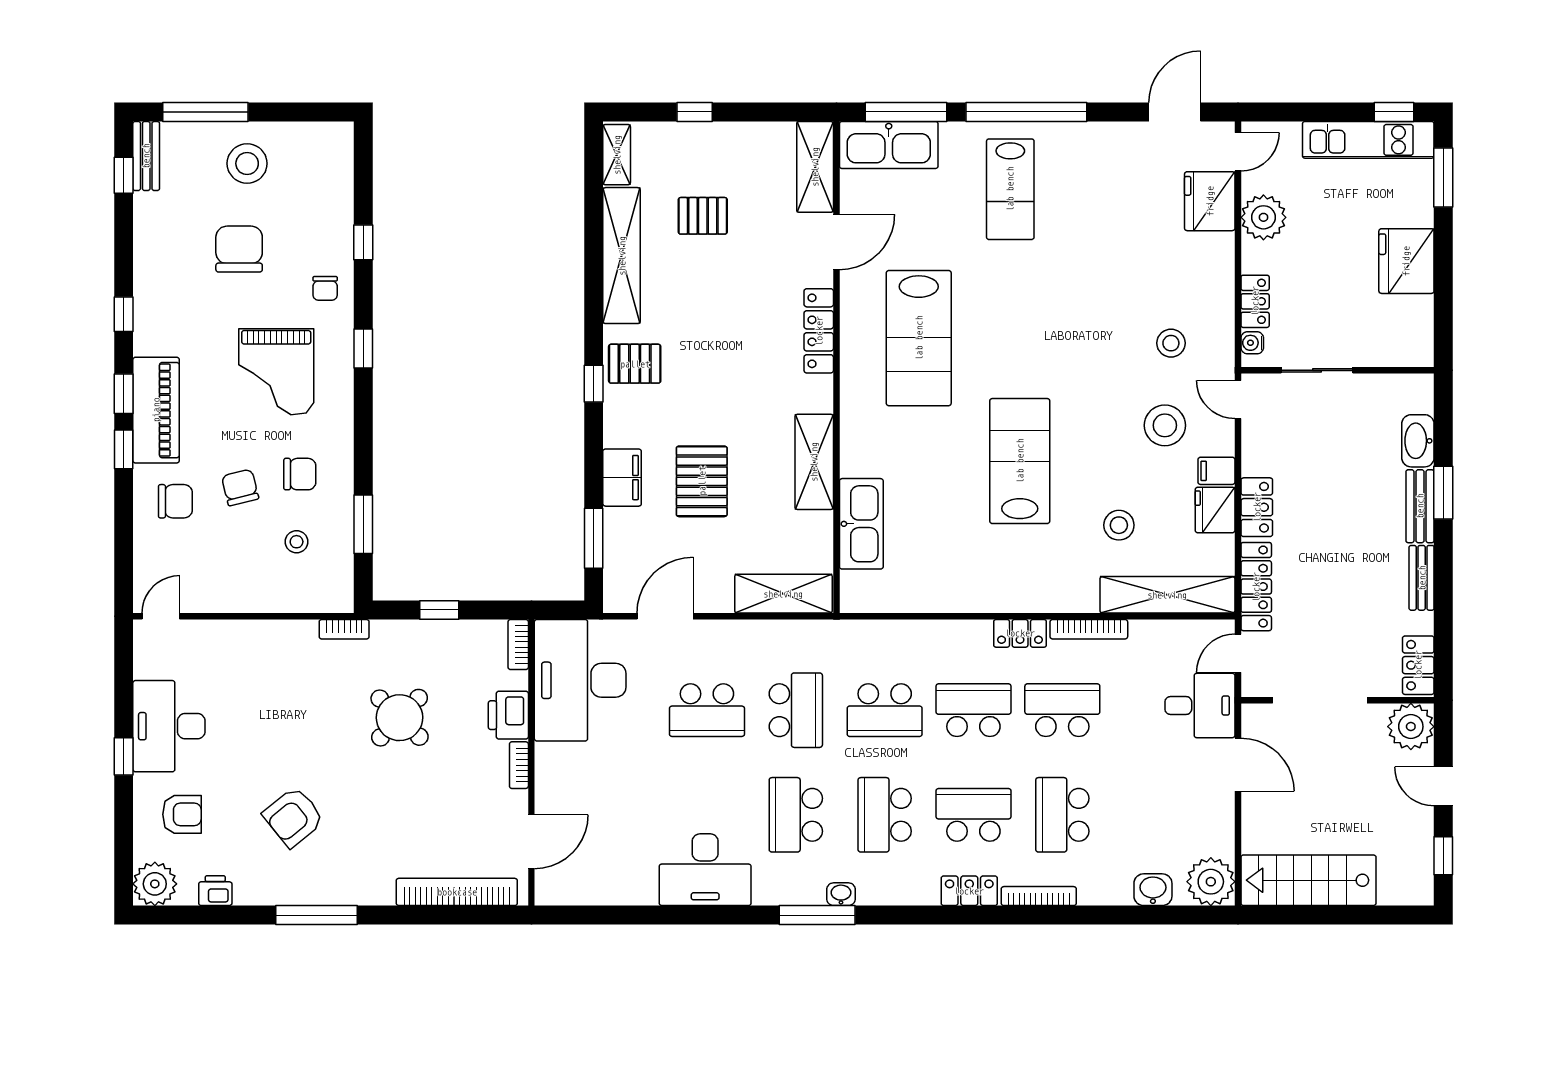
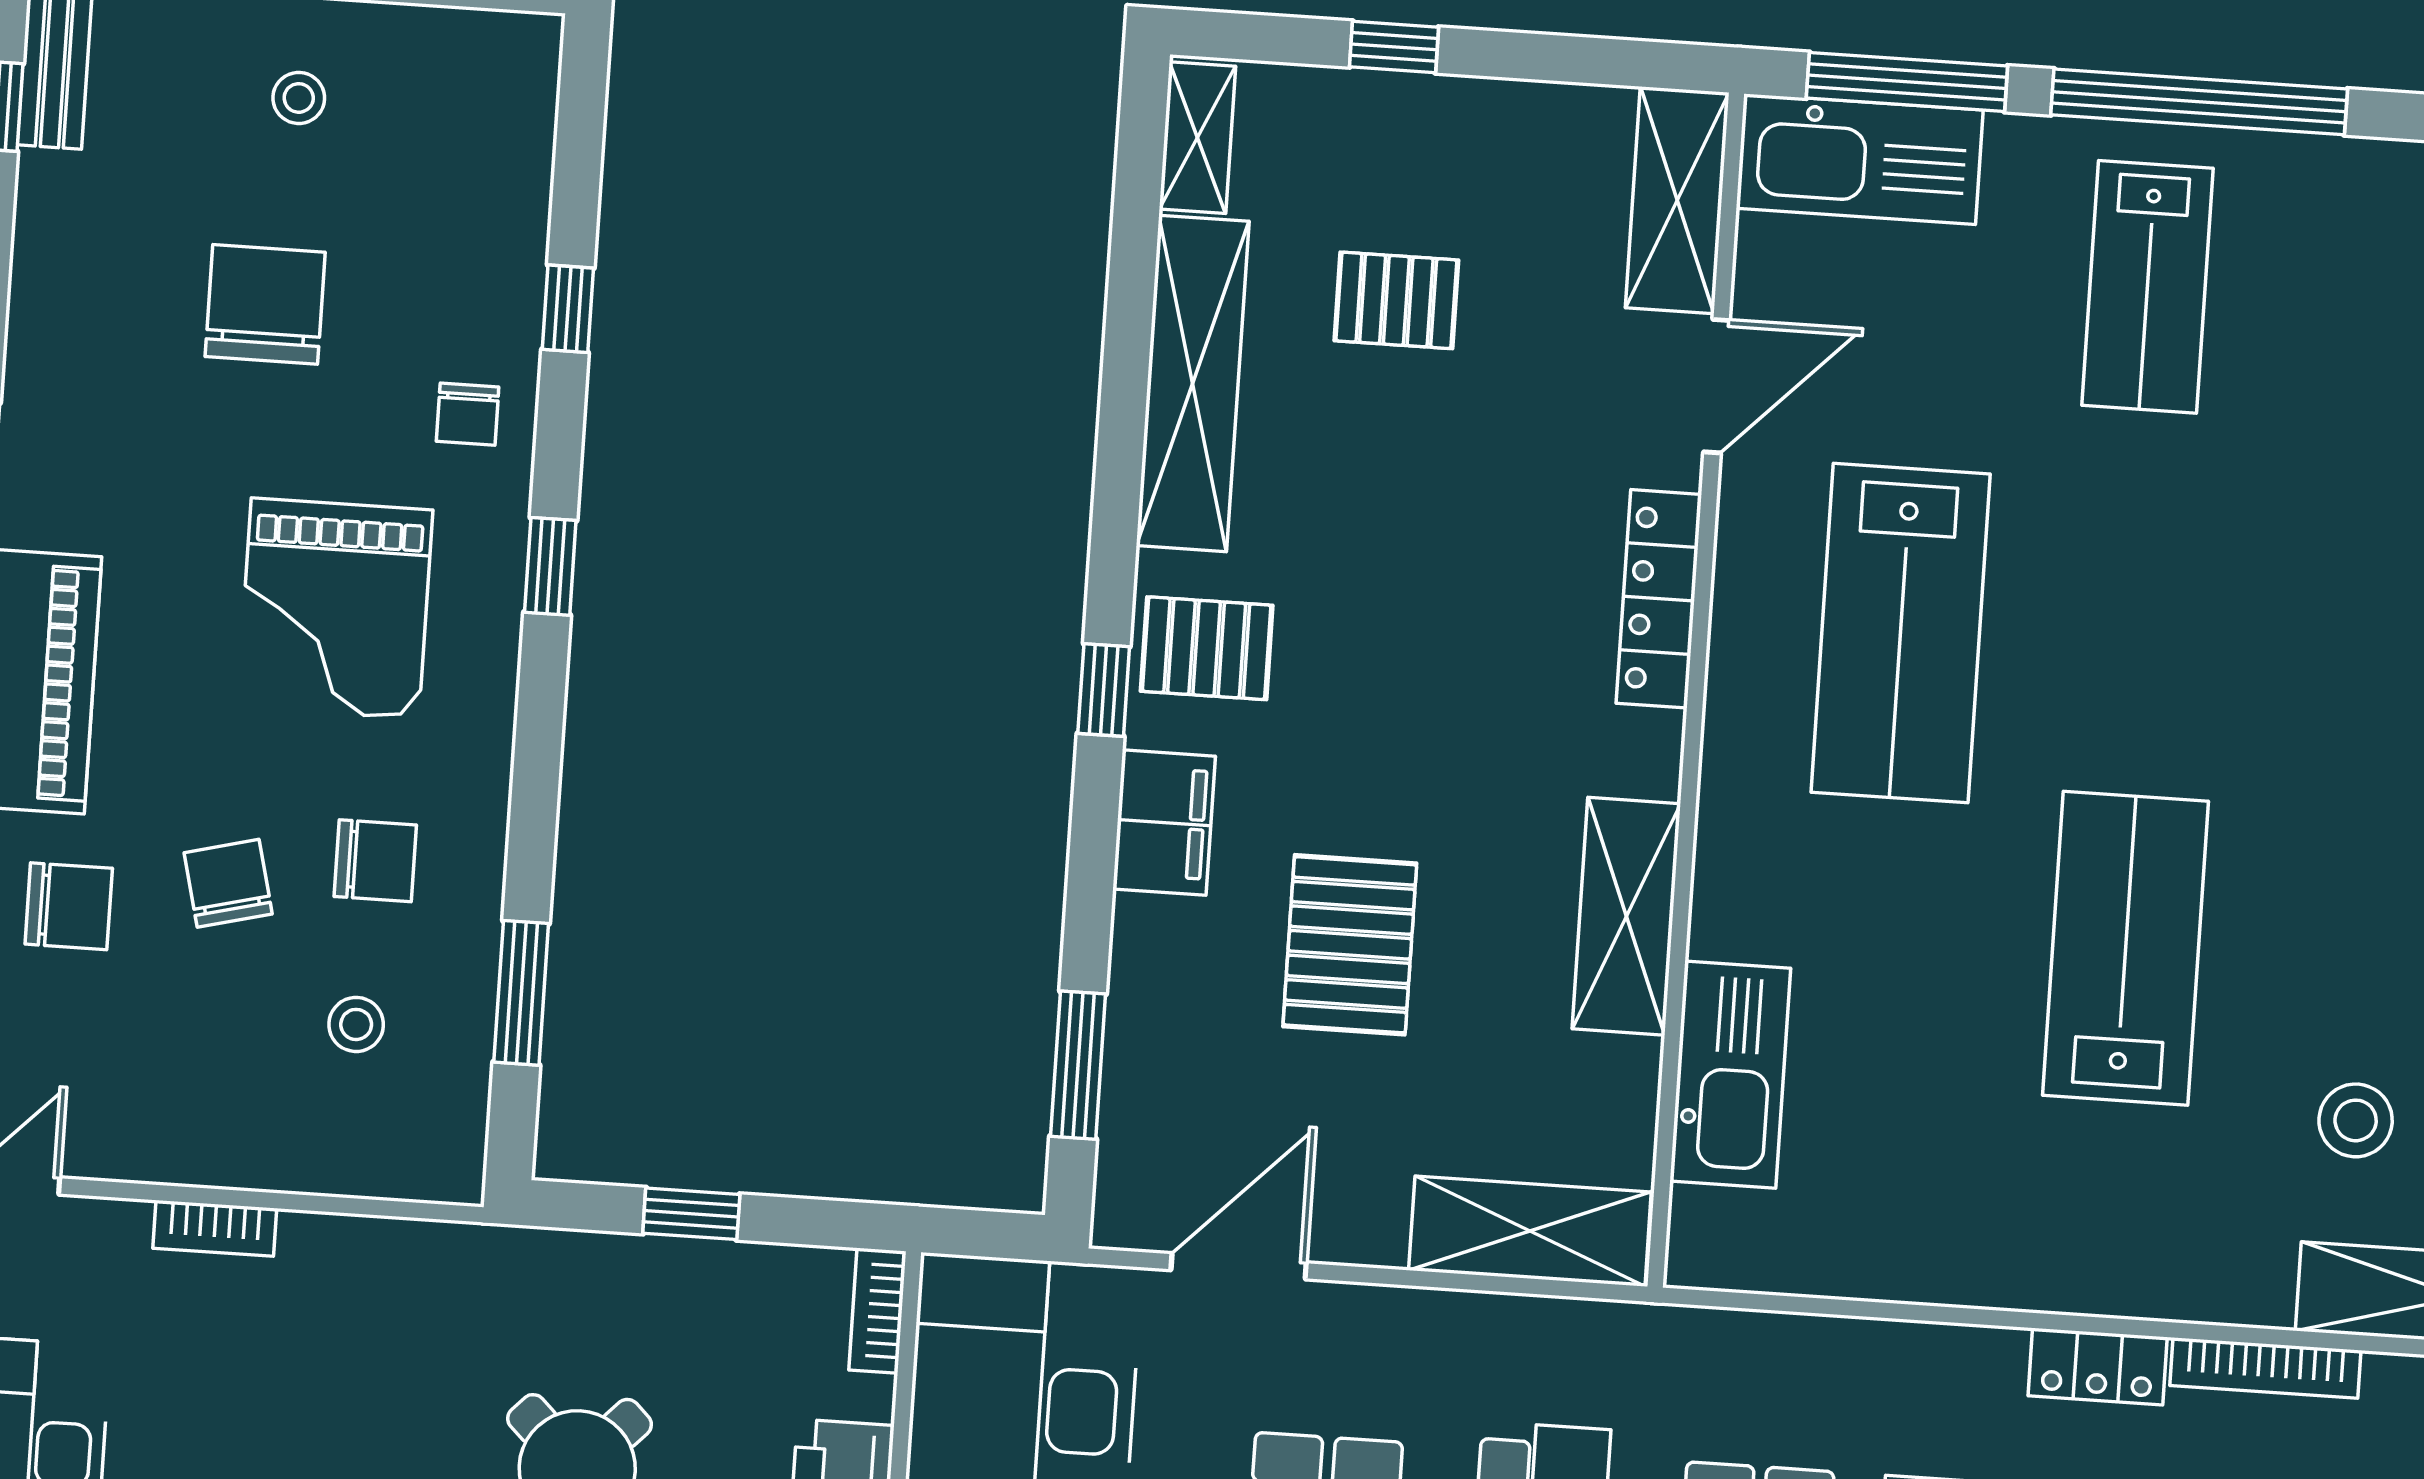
stool: (247, 163) -> (299, 98), width x0.53, depth x0.53
filing cabinet: (622, 478) -> (1164, 823), moved
bookcase: (344, 629) -> (215, 1228), moved

